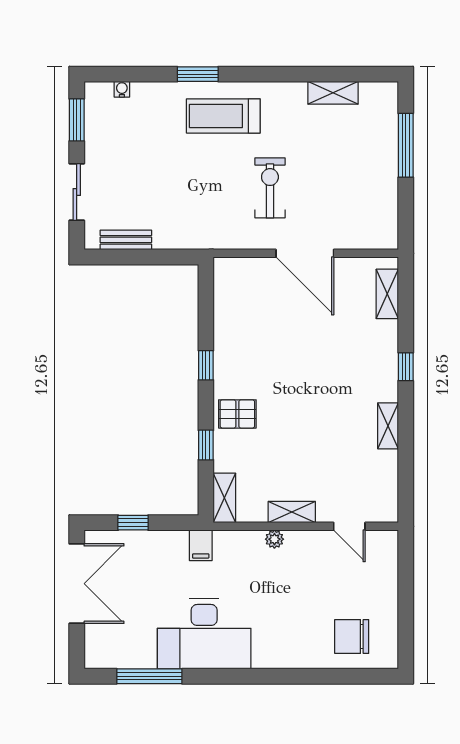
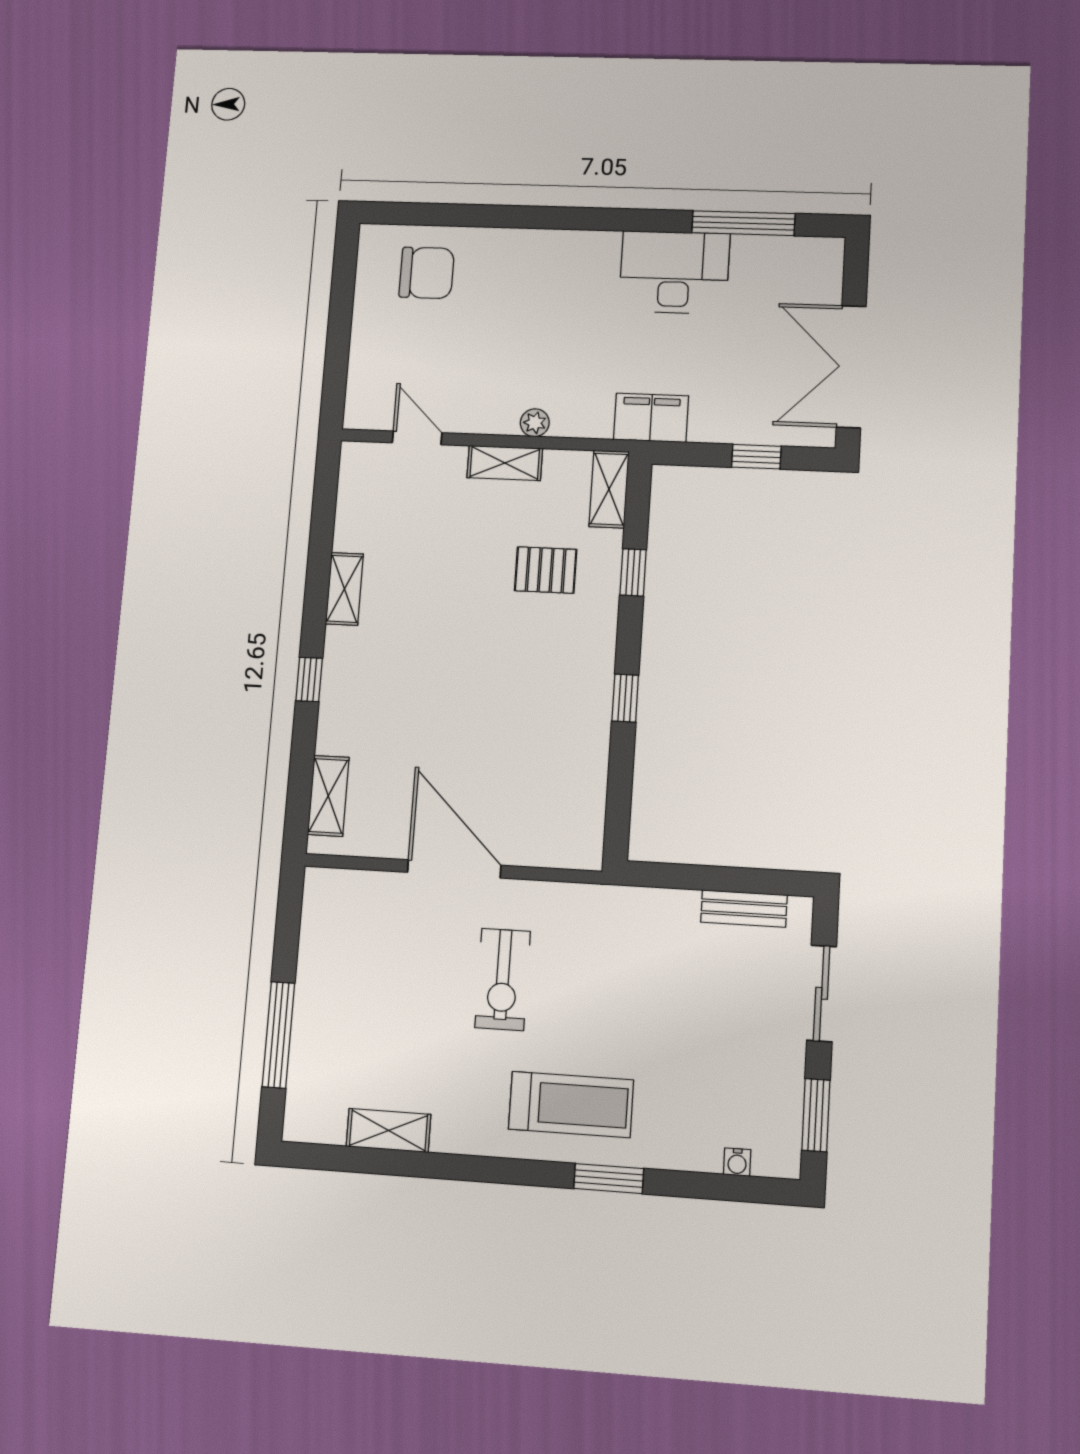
pallet: (237, 414) -> (546, 570), moved
filing cabinet: (201, 545) -> (651, 418), width x2.00
desk: (204, 634) -> (674, 272), width x0.73, depth x0.77

